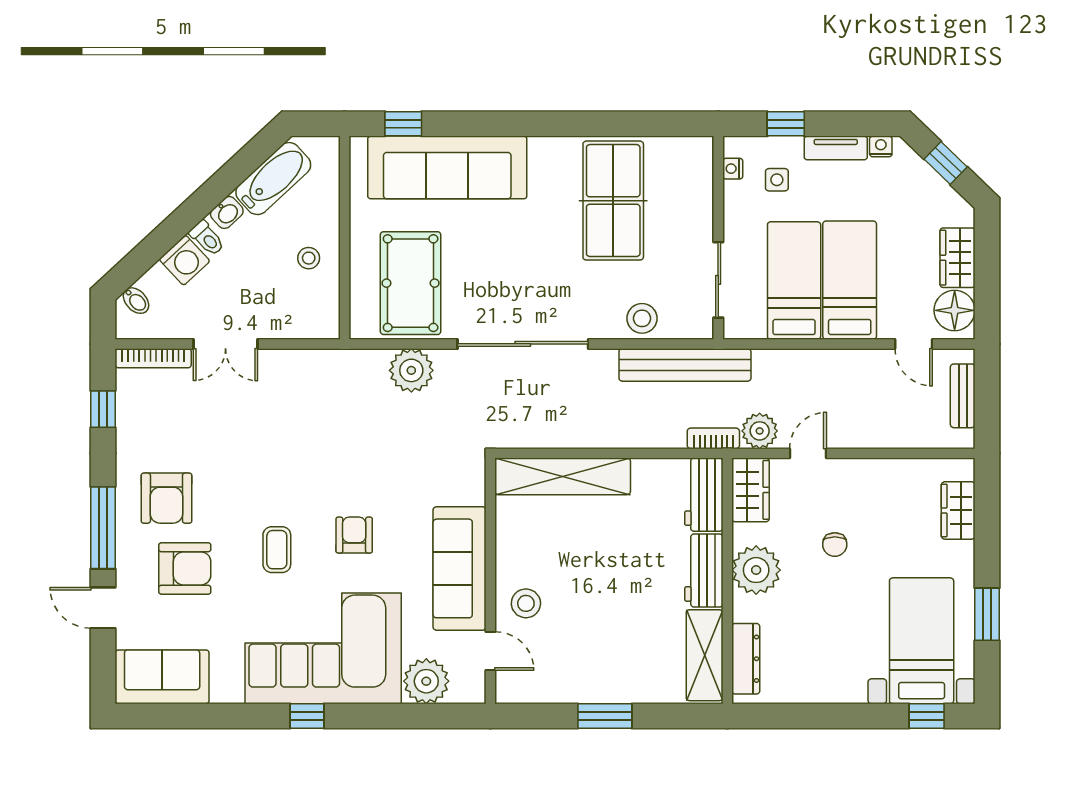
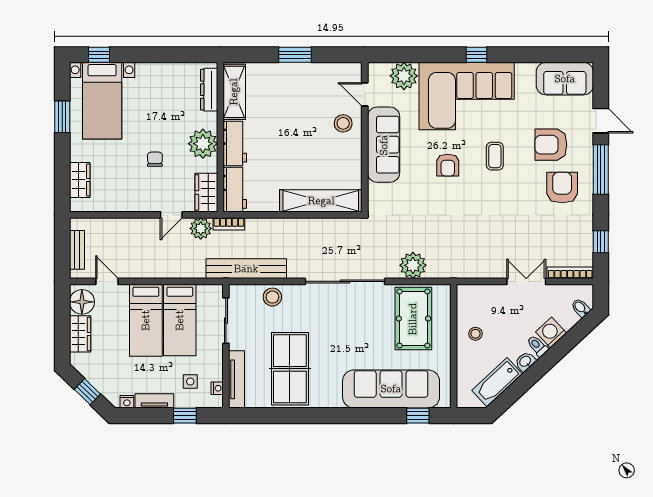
tv unit: (701, 183) -> (237, 379), added

